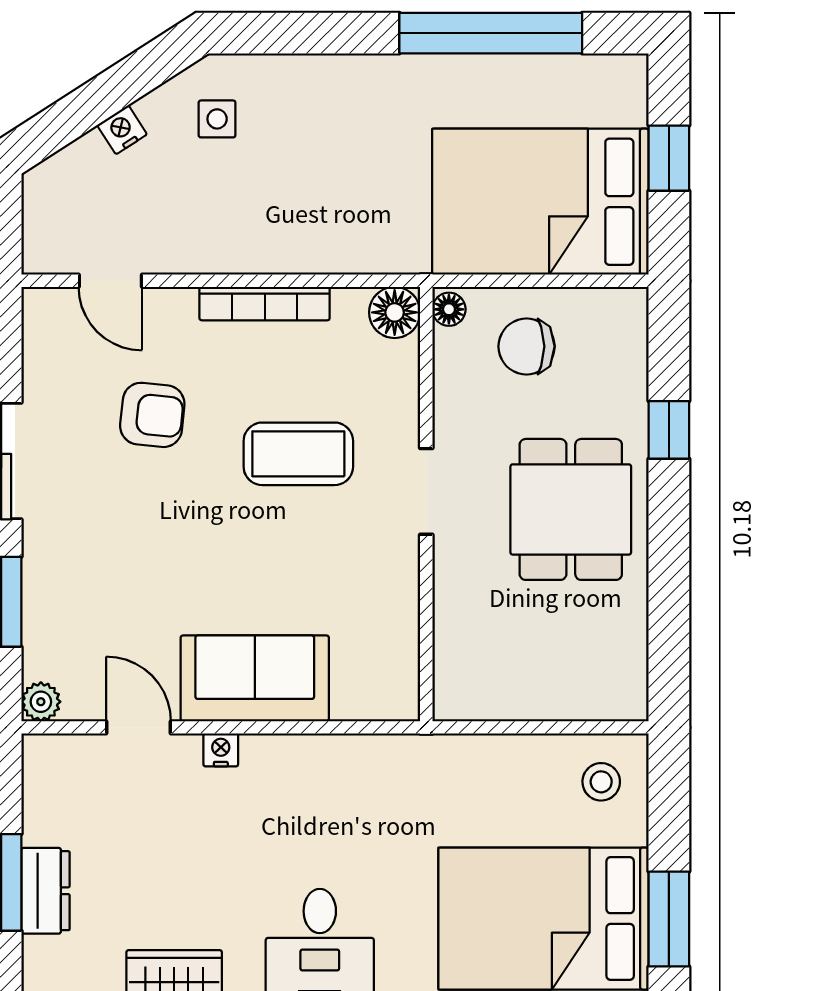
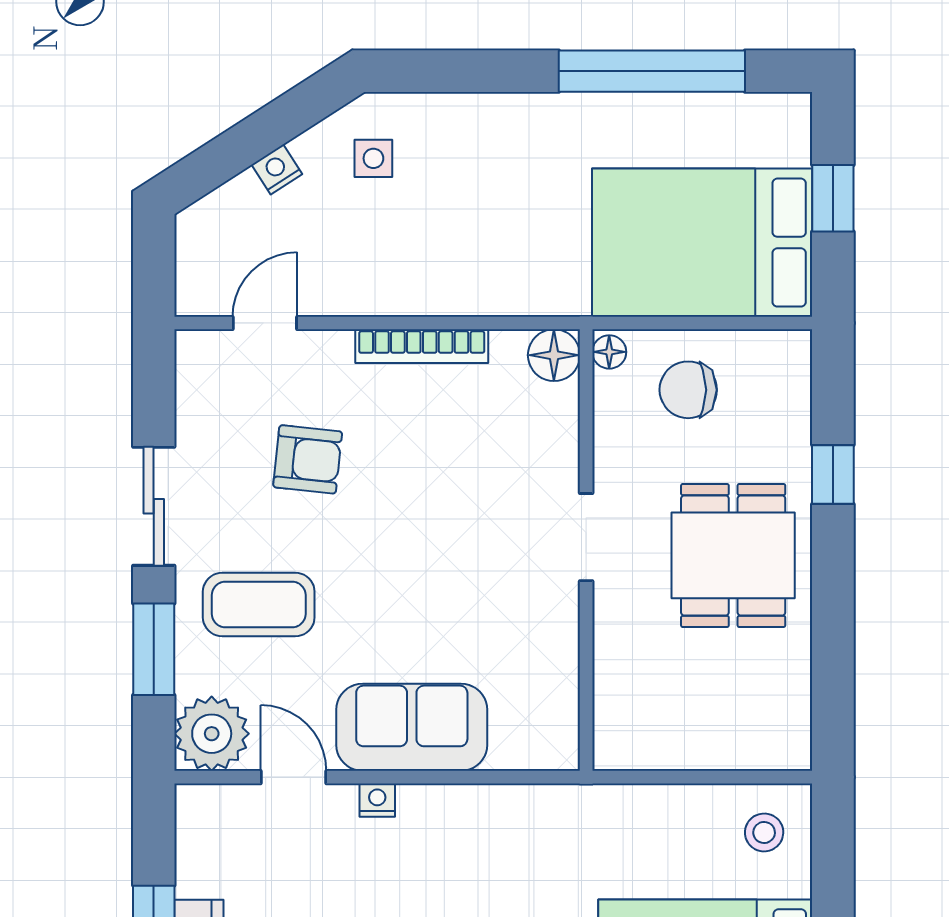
door: (110, 281) -> (265, 323), swing flipped
coffee table: (298, 454) -> (259, 604), moved
plant: (41, 702) -> (212, 734), width x1.88, depth x1.88

